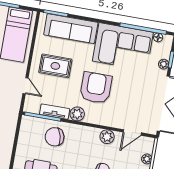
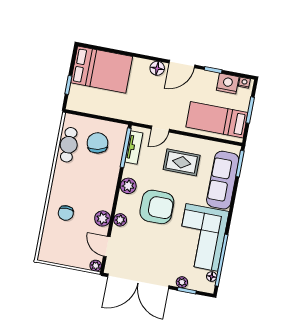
rug: (55, 66) -> (182, 162), turned 90
tv unit: (55, 112) -> (134, 147), moved
plant: (108, 121) -> (120, 220), added
chair: (55, 137) -> (98, 143), moved
plant: (147, 159) -> (96, 266), moved

